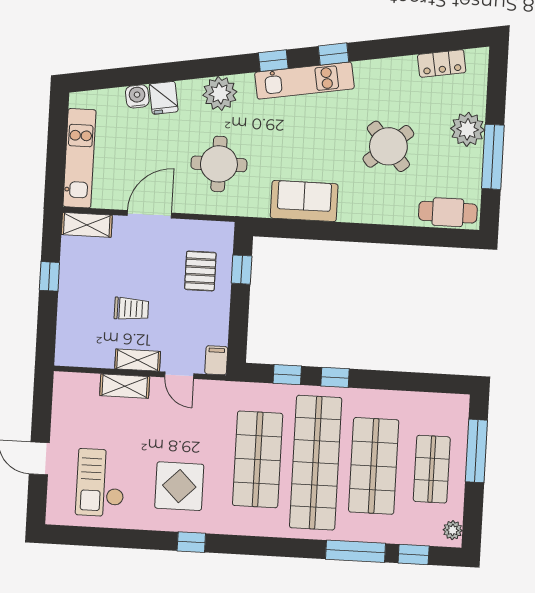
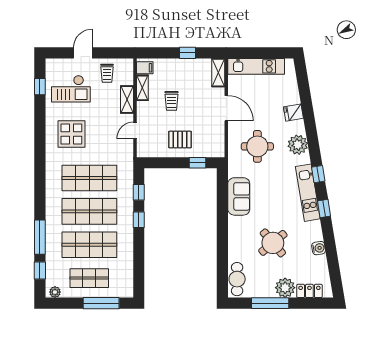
locker: (442, 63) -> (309, 291), moved, turned 99
water cooler: (137, 96) -> (319, 248), moved
pallet: (200, 271) -> (180, 139), moved
shelving: (138, 360) -> (142, 88), moved
filing cabinet: (216, 360) -> (145, 68), moved
trolley: (77, 418) -> (107, 73), added
shop shelf: (316, 463) -> (89, 211), width x0.71
checkout: (101, 483) -> (71, 89), turned 180
window: (191, 542) -> (40, 87), moved

